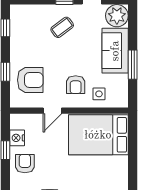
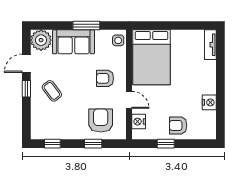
armchair: (76, 85) -> (105, 78), turned 180
side table: (99, 94) -> (118, 40), moved
nightstand: (17, 138) -> (139, 122), moved, turned 90

